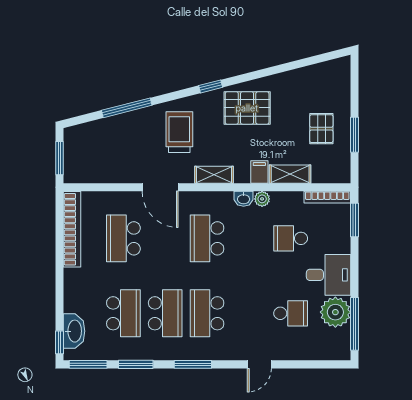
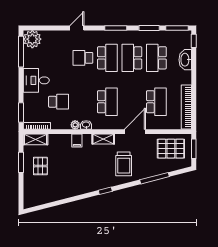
pallet: (247, 108) -> (171, 149), moved
shelving: (290, 174) -> (35, 139), moved
door: (160, 187) -> (135, 132), hinge flipped
plant: (335, 312) -> (32, 39), moved
school desk: (291, 313) -> (83, 58), moved
washbasin: (74, 331) -> (185, 60), moved

